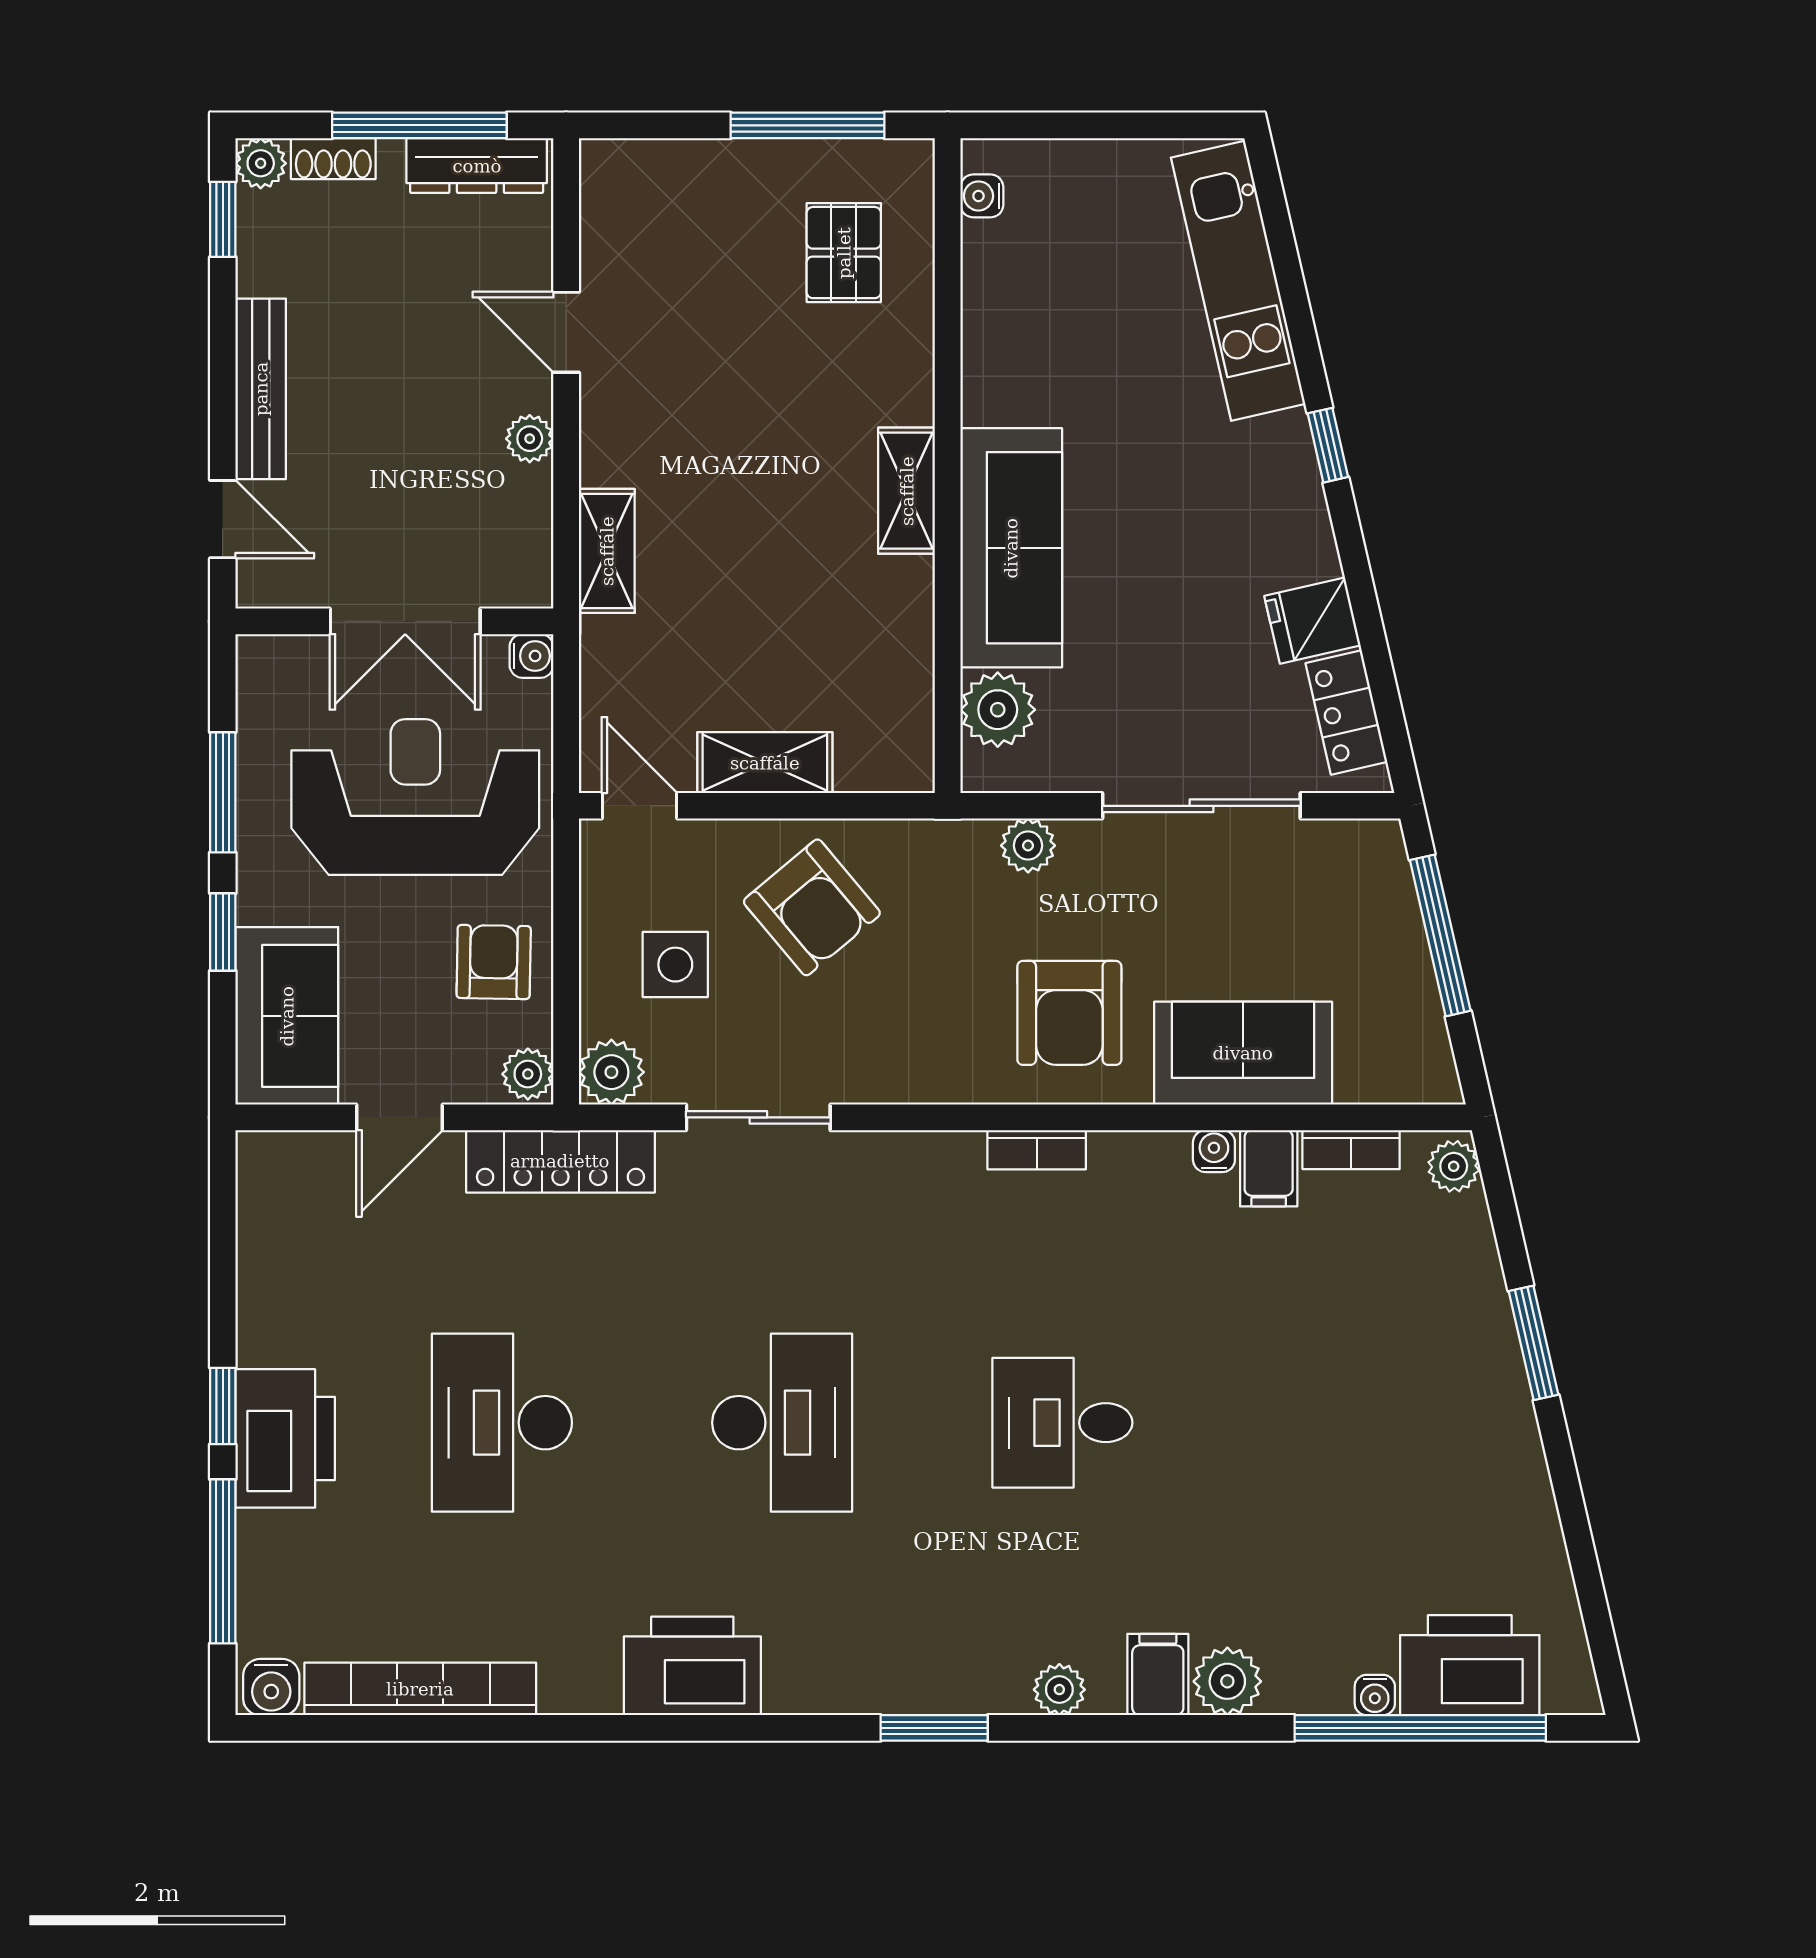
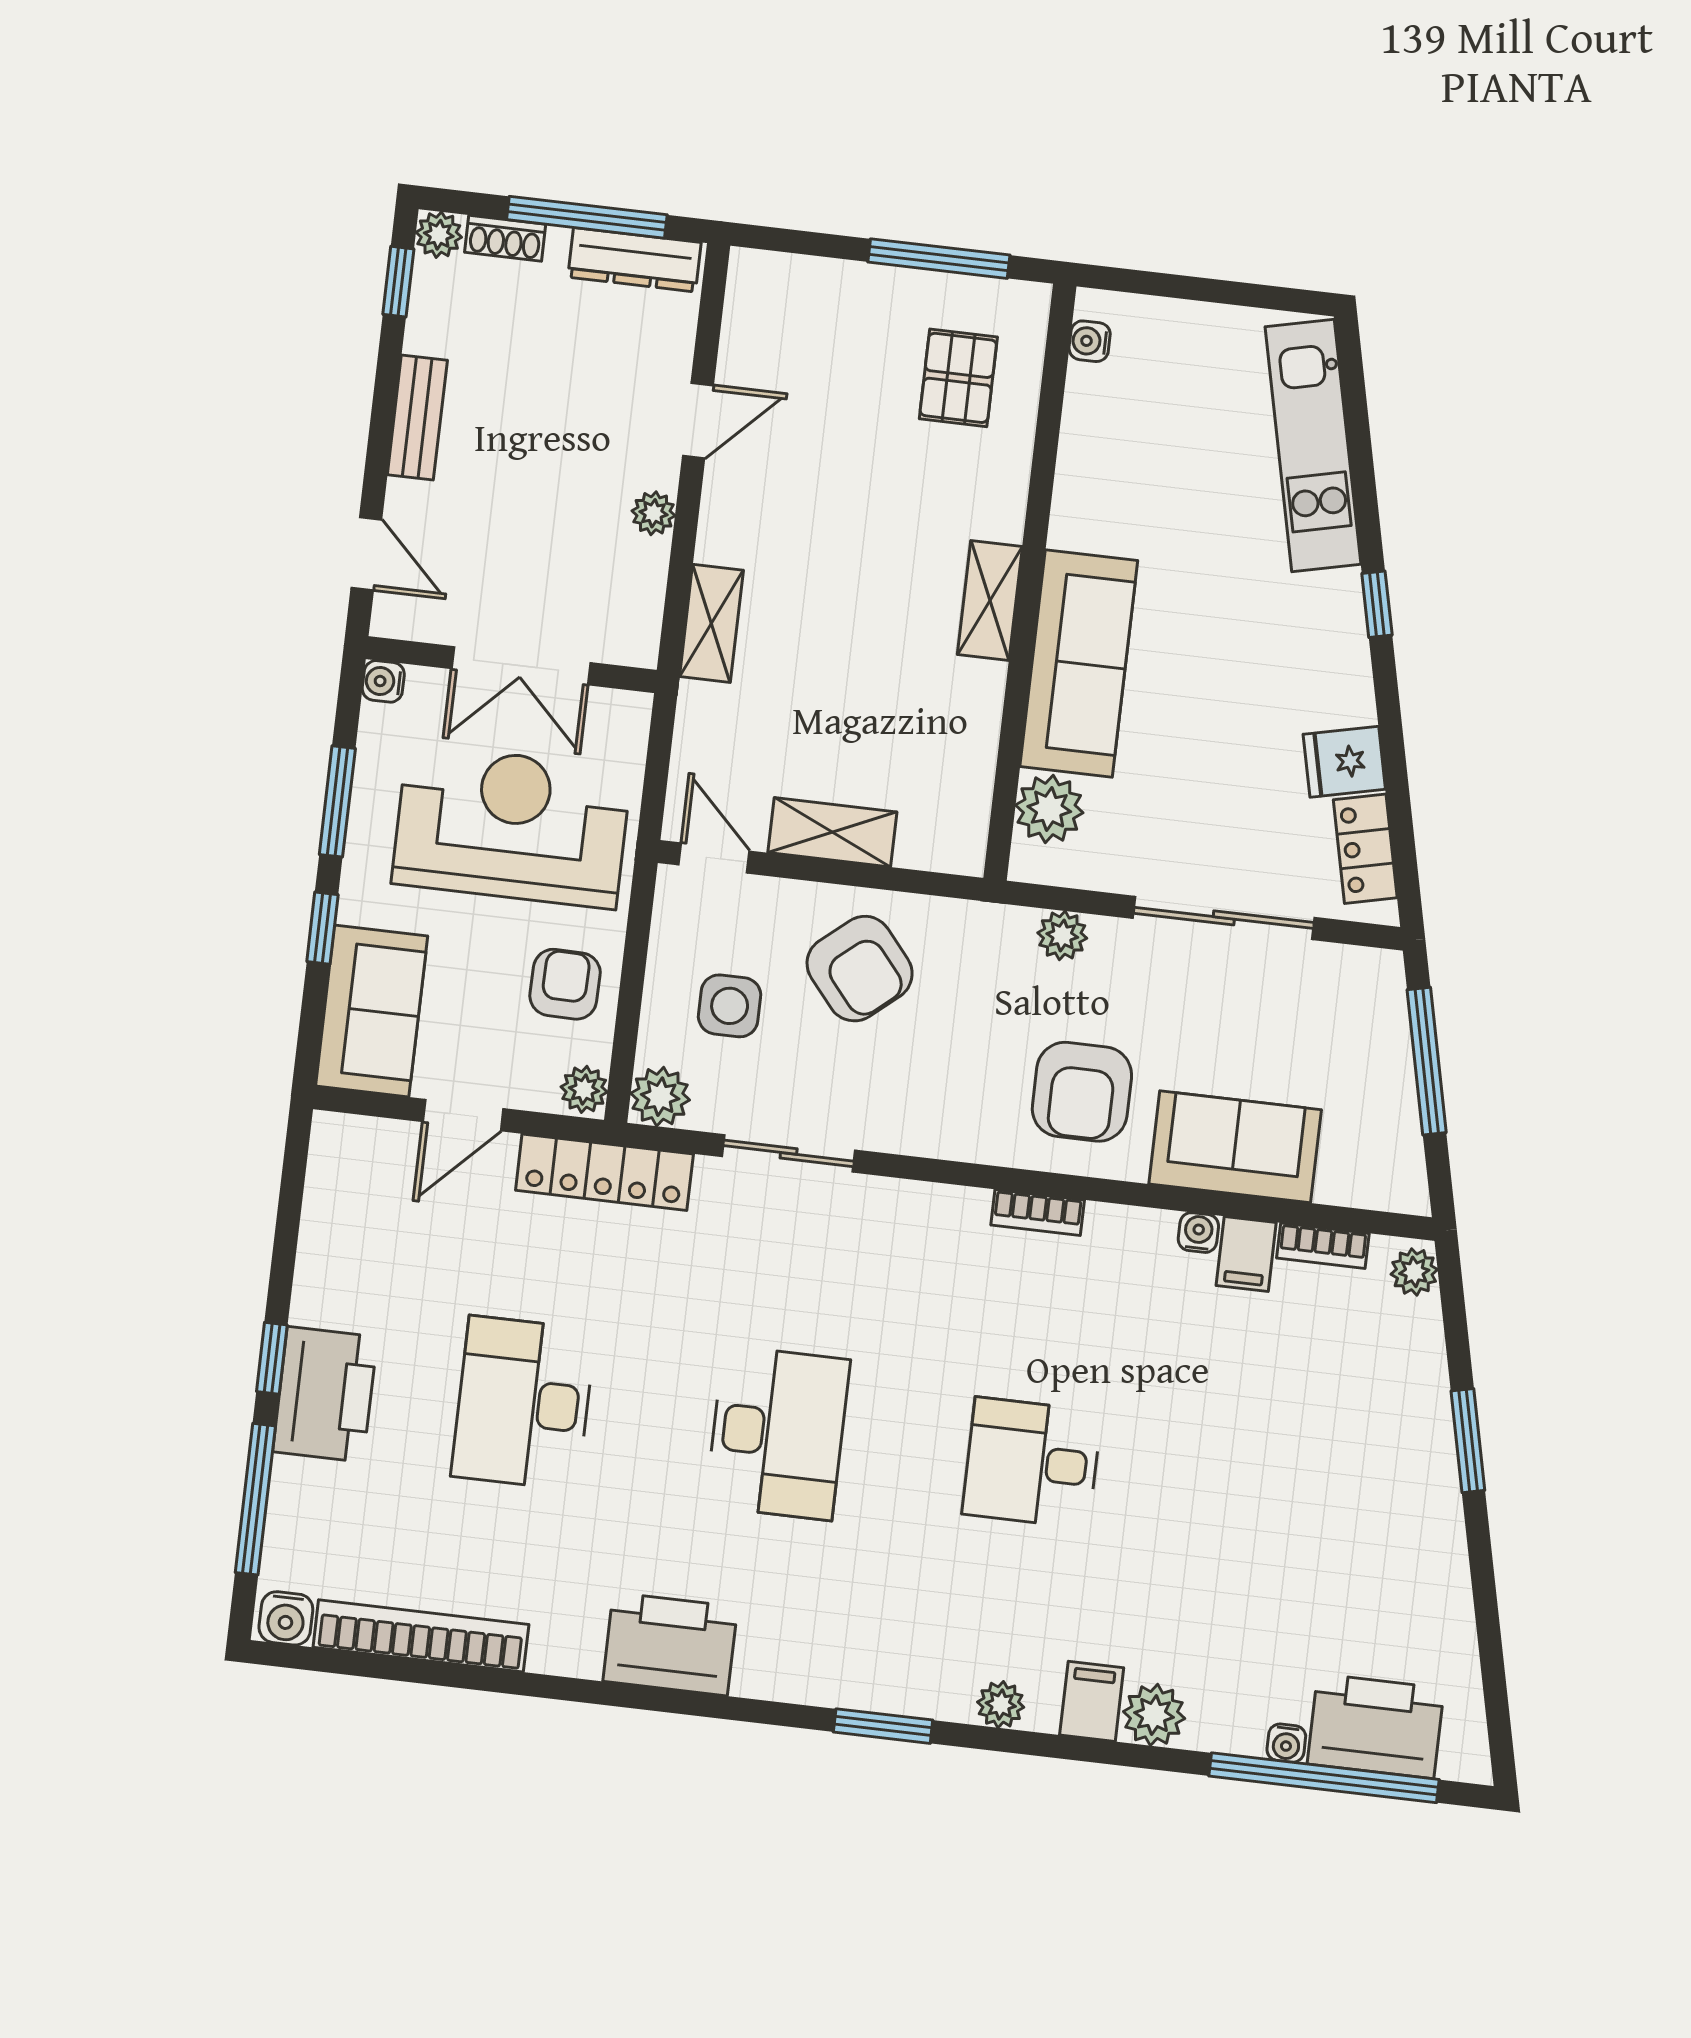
door: (566, 332) -> (698, 420), swing flipped
bench: (261, 389) -> (417, 417), width x0.73
water cooler: (532, 656) -> (383, 681), moved, turned 180

